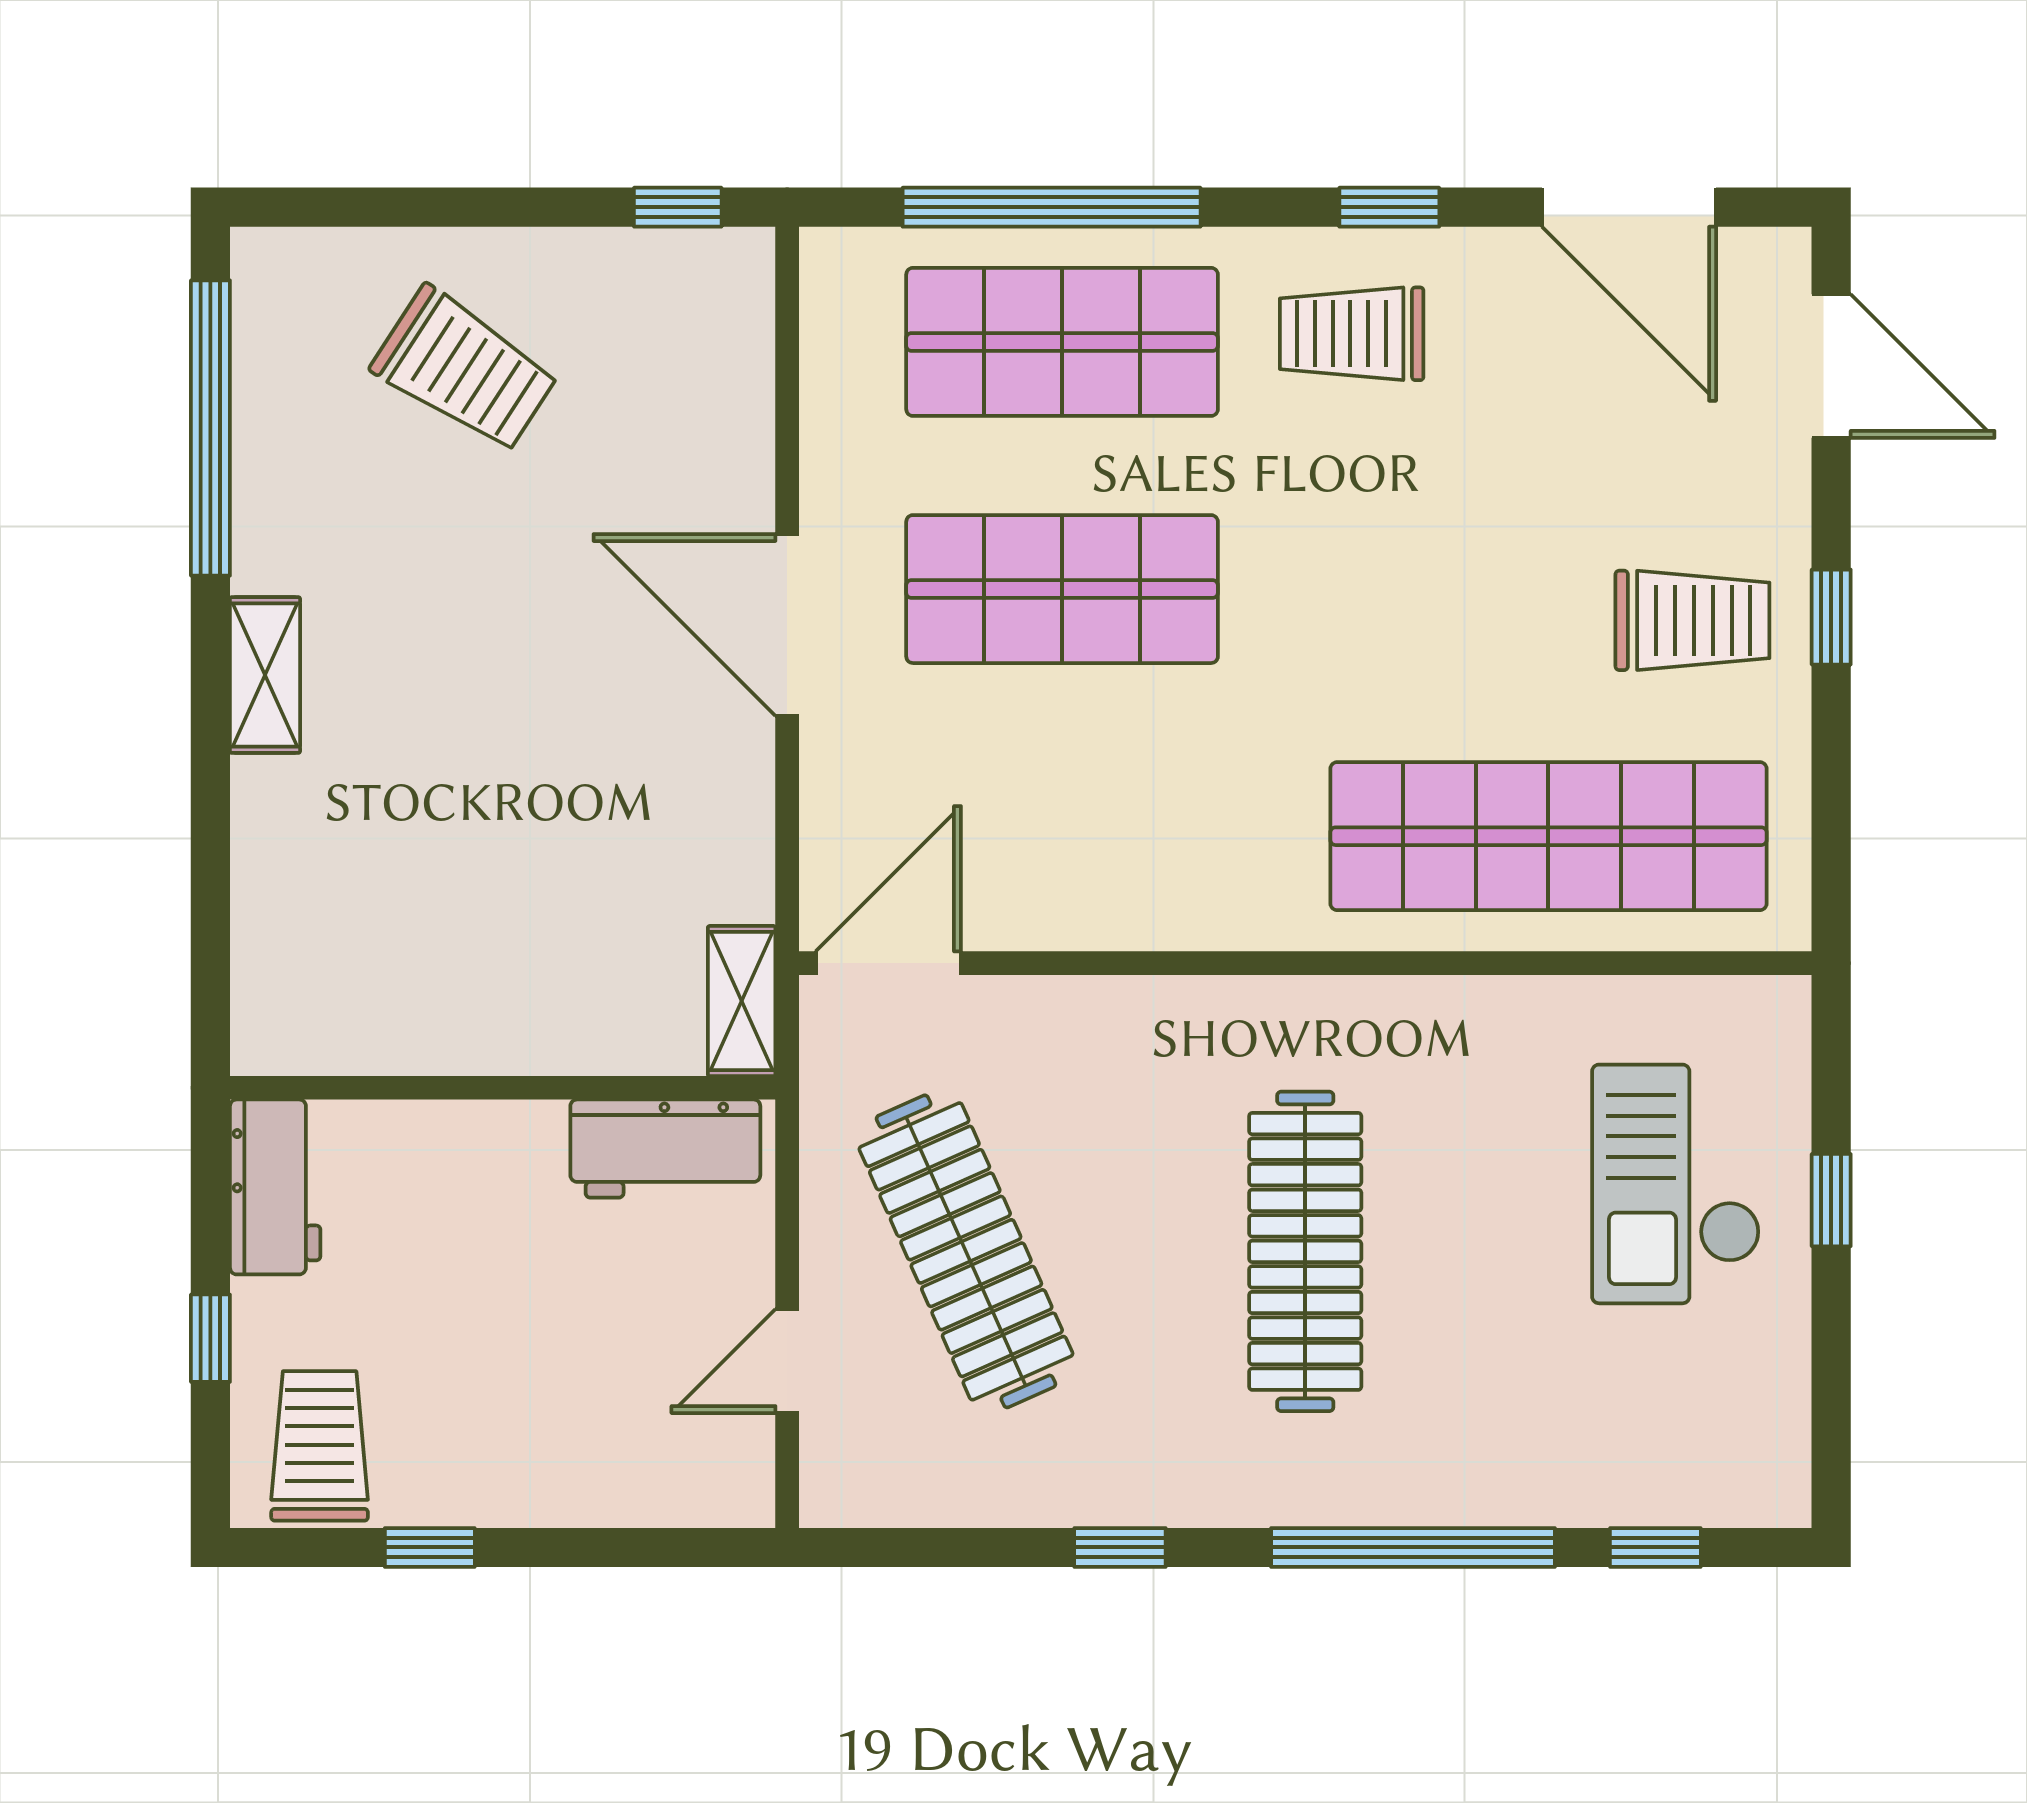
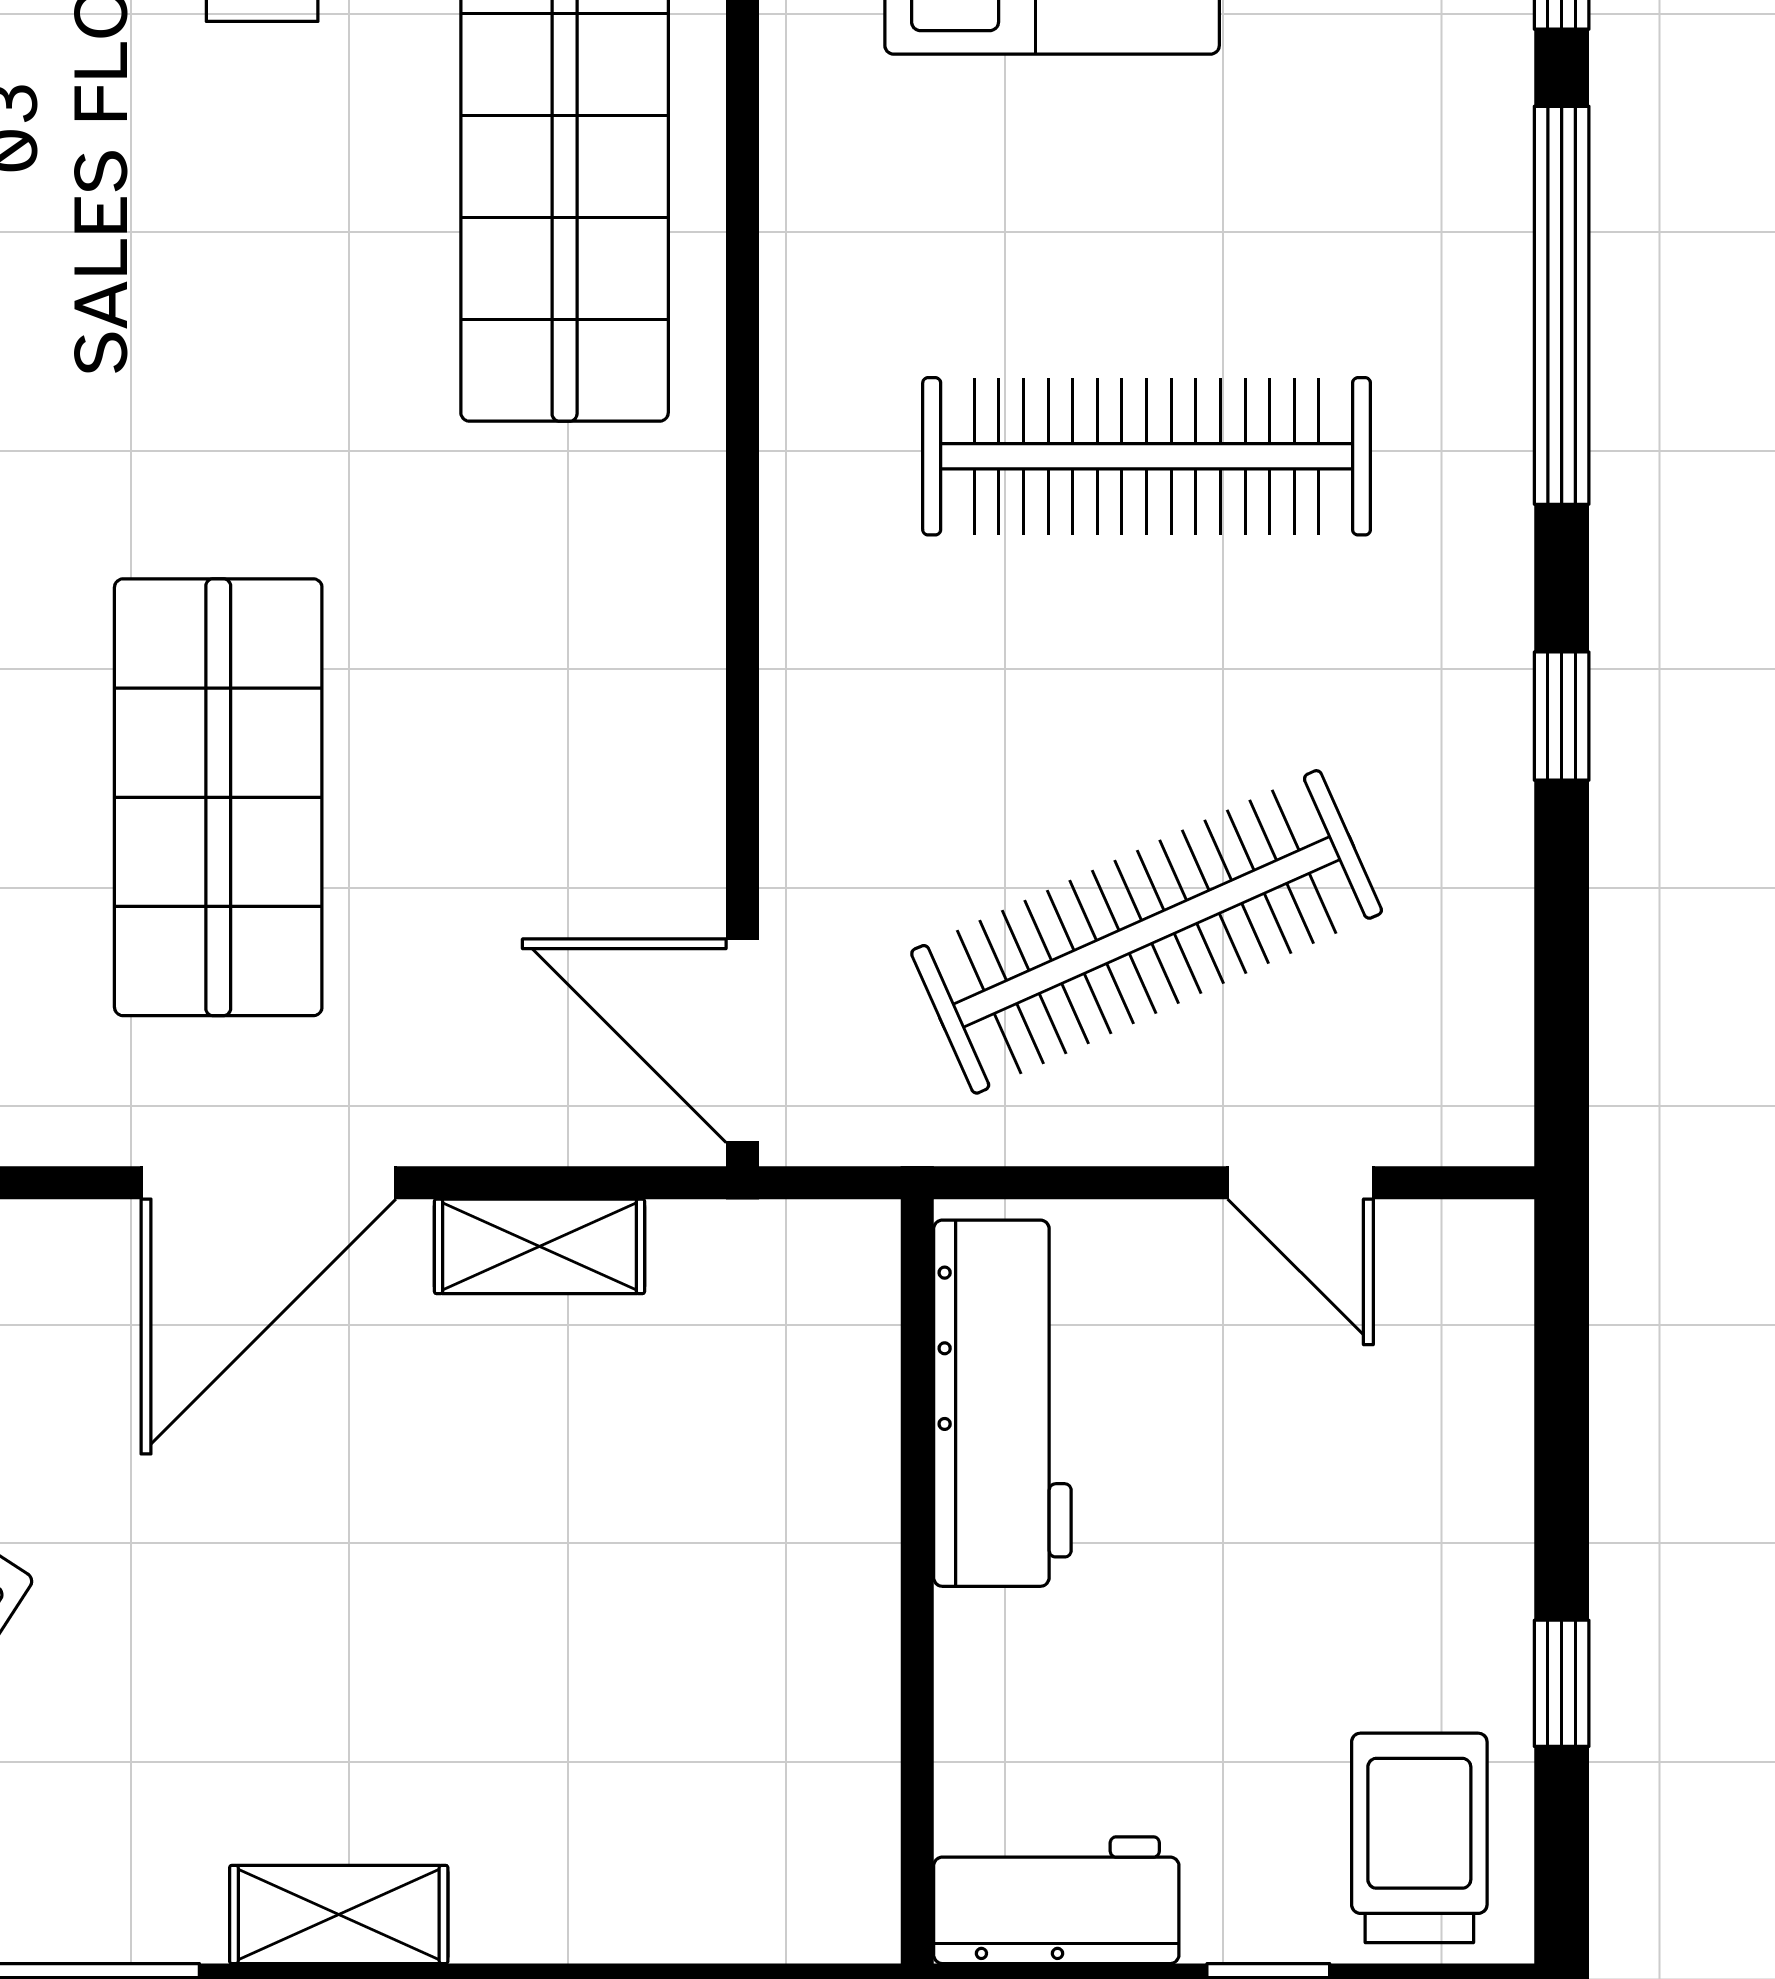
shelving: (742, 1001) -> (539, 1246), moved
workbench: (665, 1149) -> (1002, 1403), width x1.37
trolley: (320, 1446) -> (1419, 1838), turned 90

